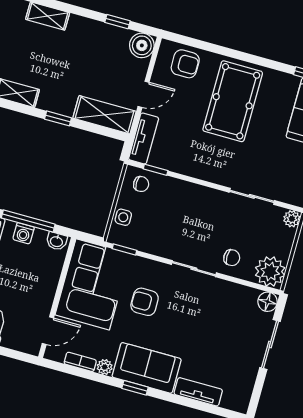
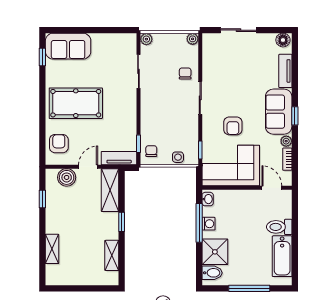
boiler: (142, 45) -> (67, 177), moved
door: (144, 94) -> (88, 167), hinge flipped
plant: (270, 272) -> (193, 39), width x0.53, depth x0.53
floor lamp: (268, 302) -> (283, 40), moved

